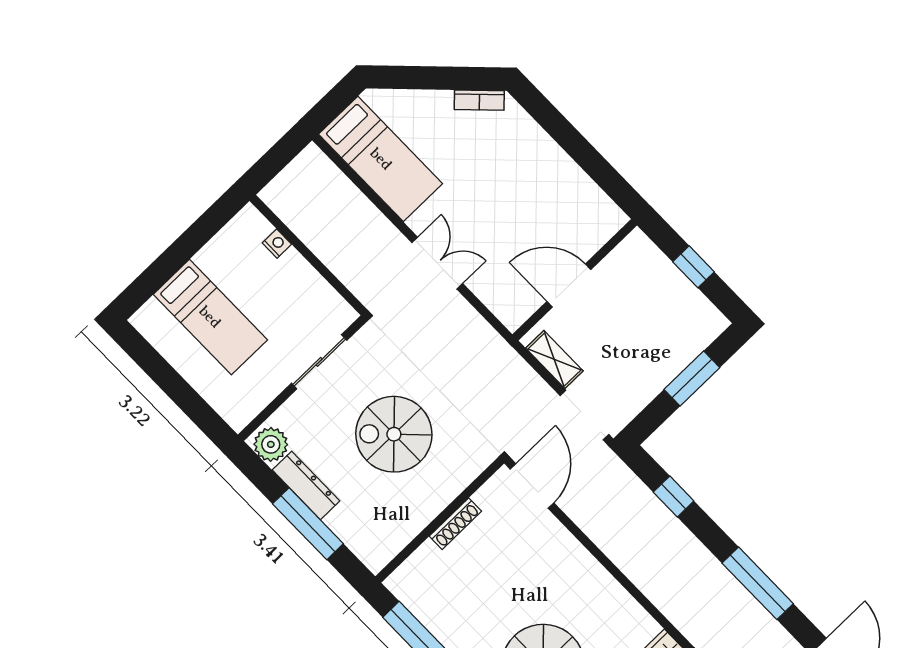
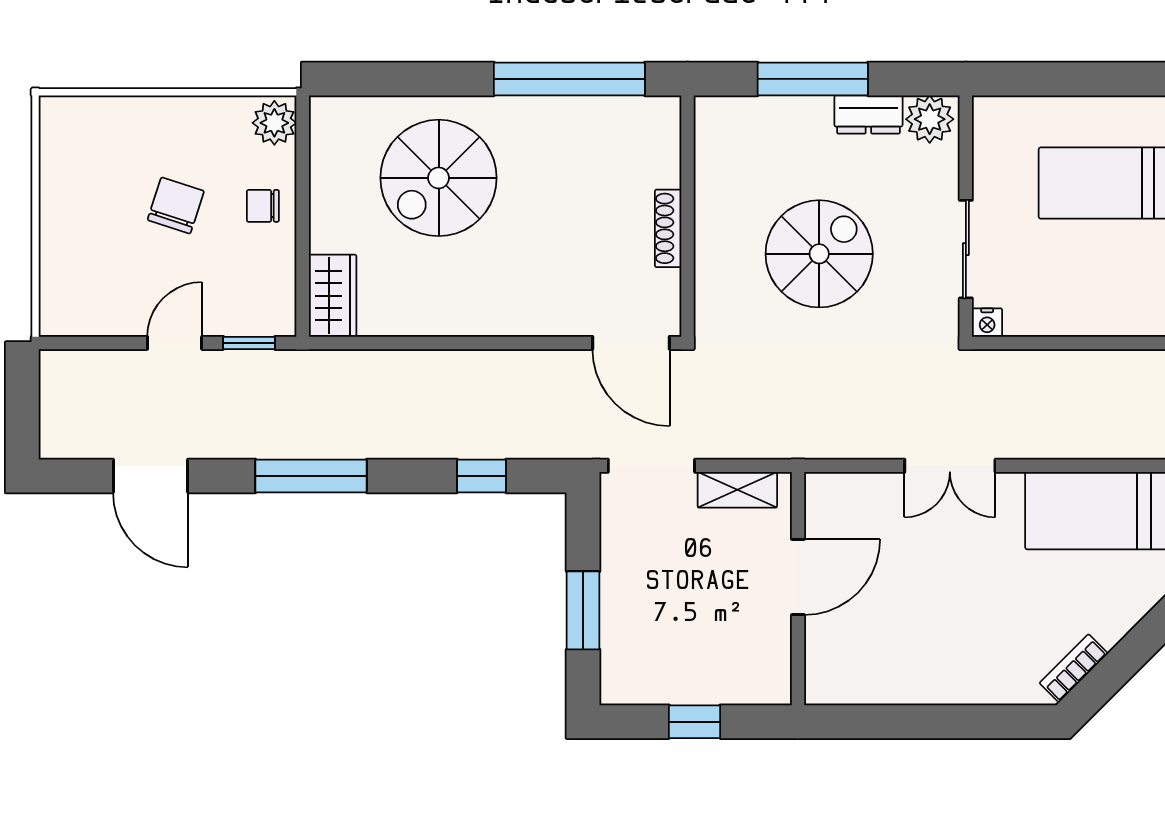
nightstand: (277, 244) -> (987, 323), moved
dresser: (306, 485) -> (868, 114), width x0.70

